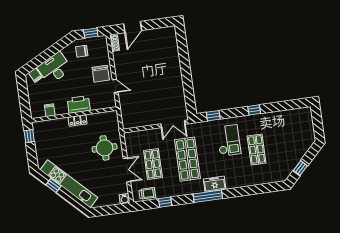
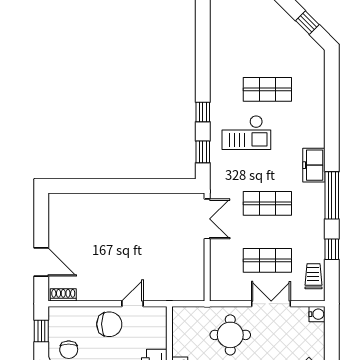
window: (254, 110) -> (203, 112), moved
checkout: (229, 140) -> (246, 133), turned 180
shop shelf: (187, 159) -> (267, 203), width x0.70, depth x0.74
window: (208, 196) -> (332, 195), moved

